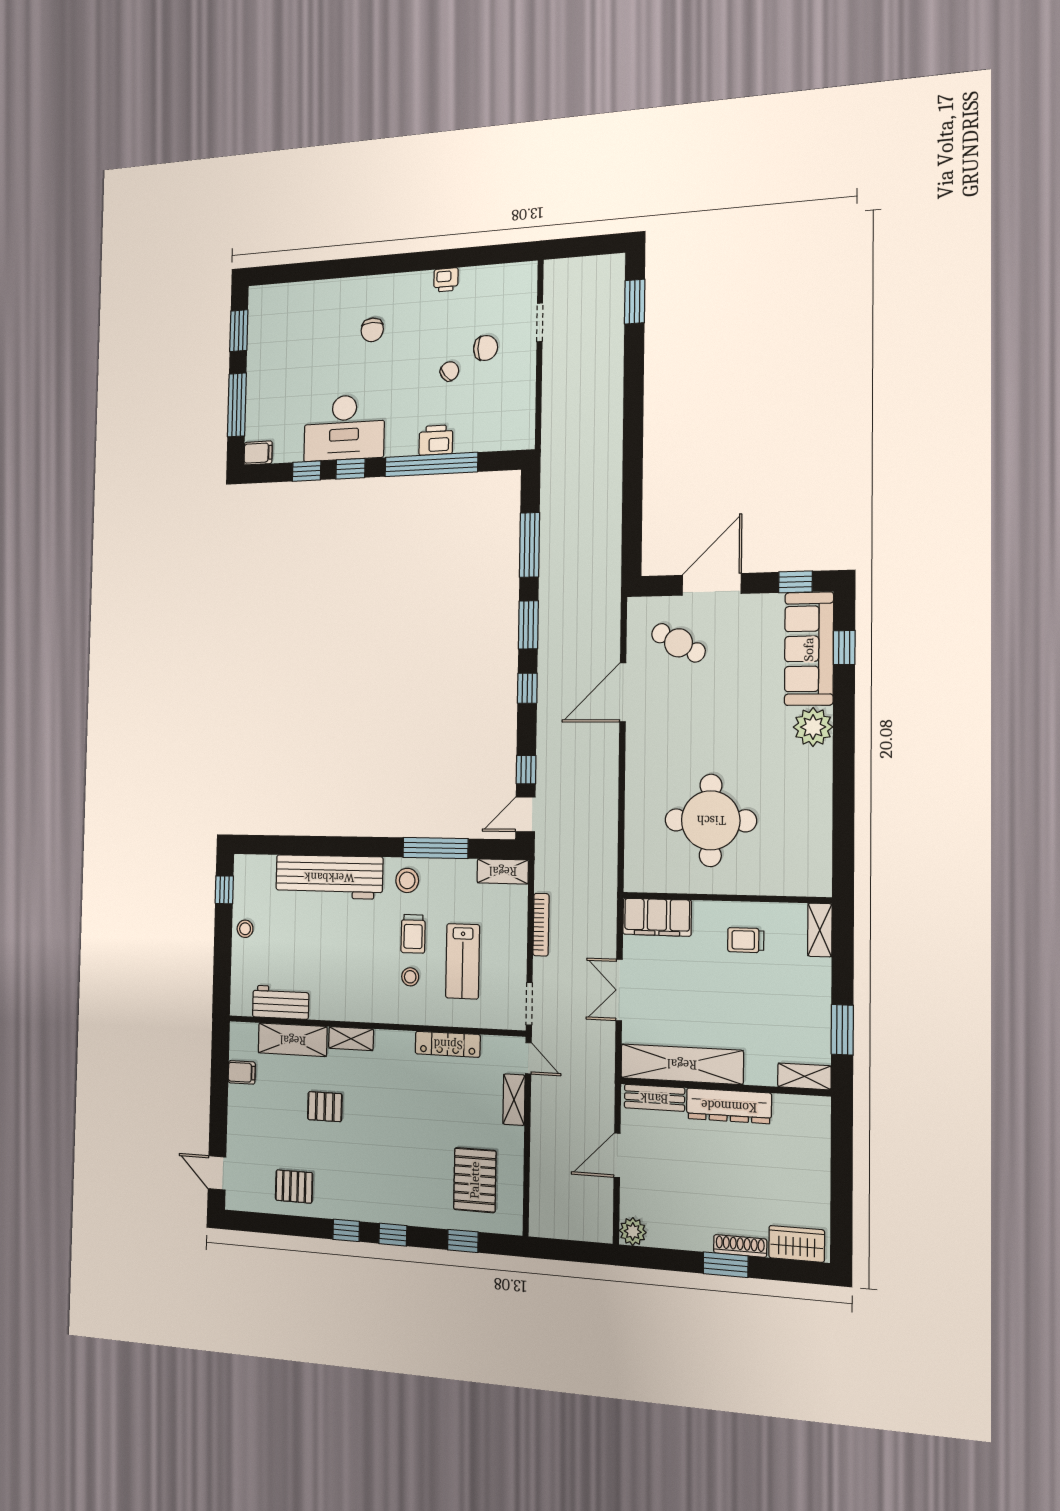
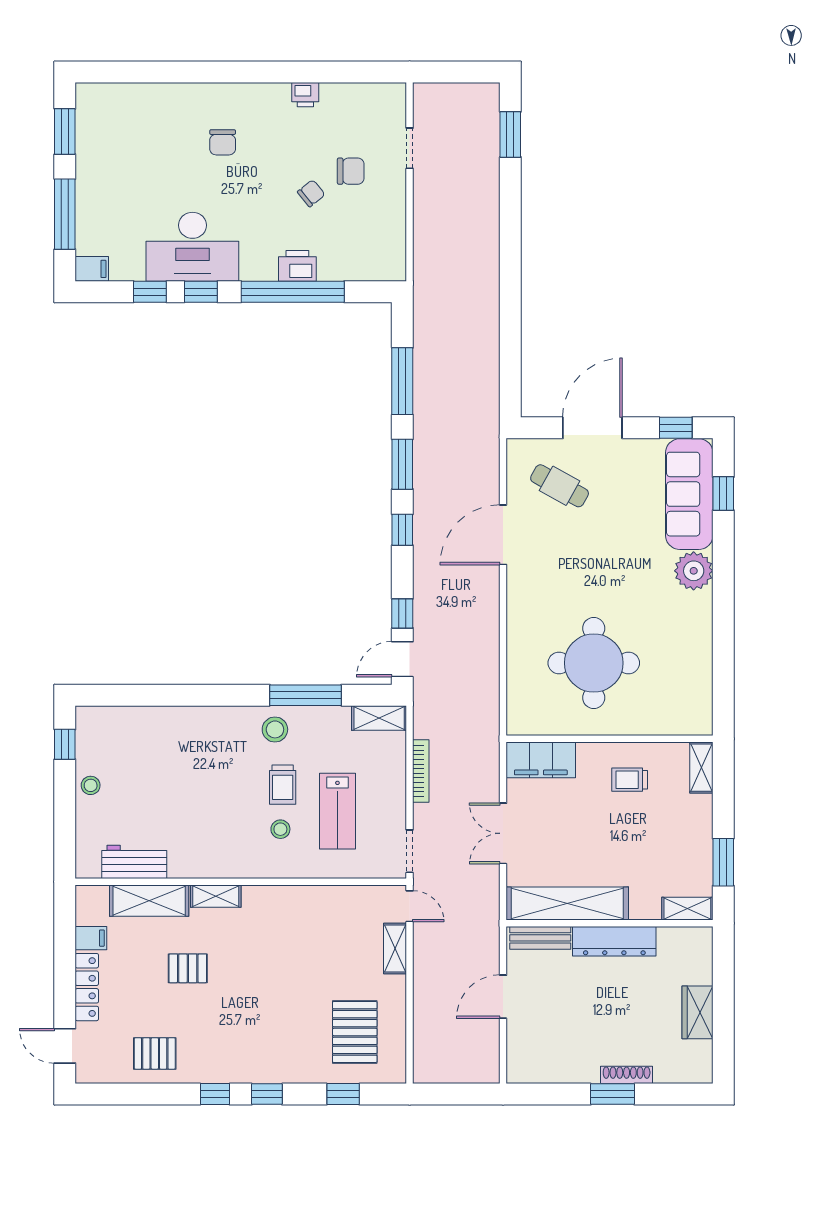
workbench: (329, 877) -> (187, 728), removed
locker: (448, 1044) -> (87, 987), moved, turned -90
plant: (633, 1232) -> (520, 1070), removed
wardrobe: (797, 1244) -> (697, 1012), moved, turned -90

